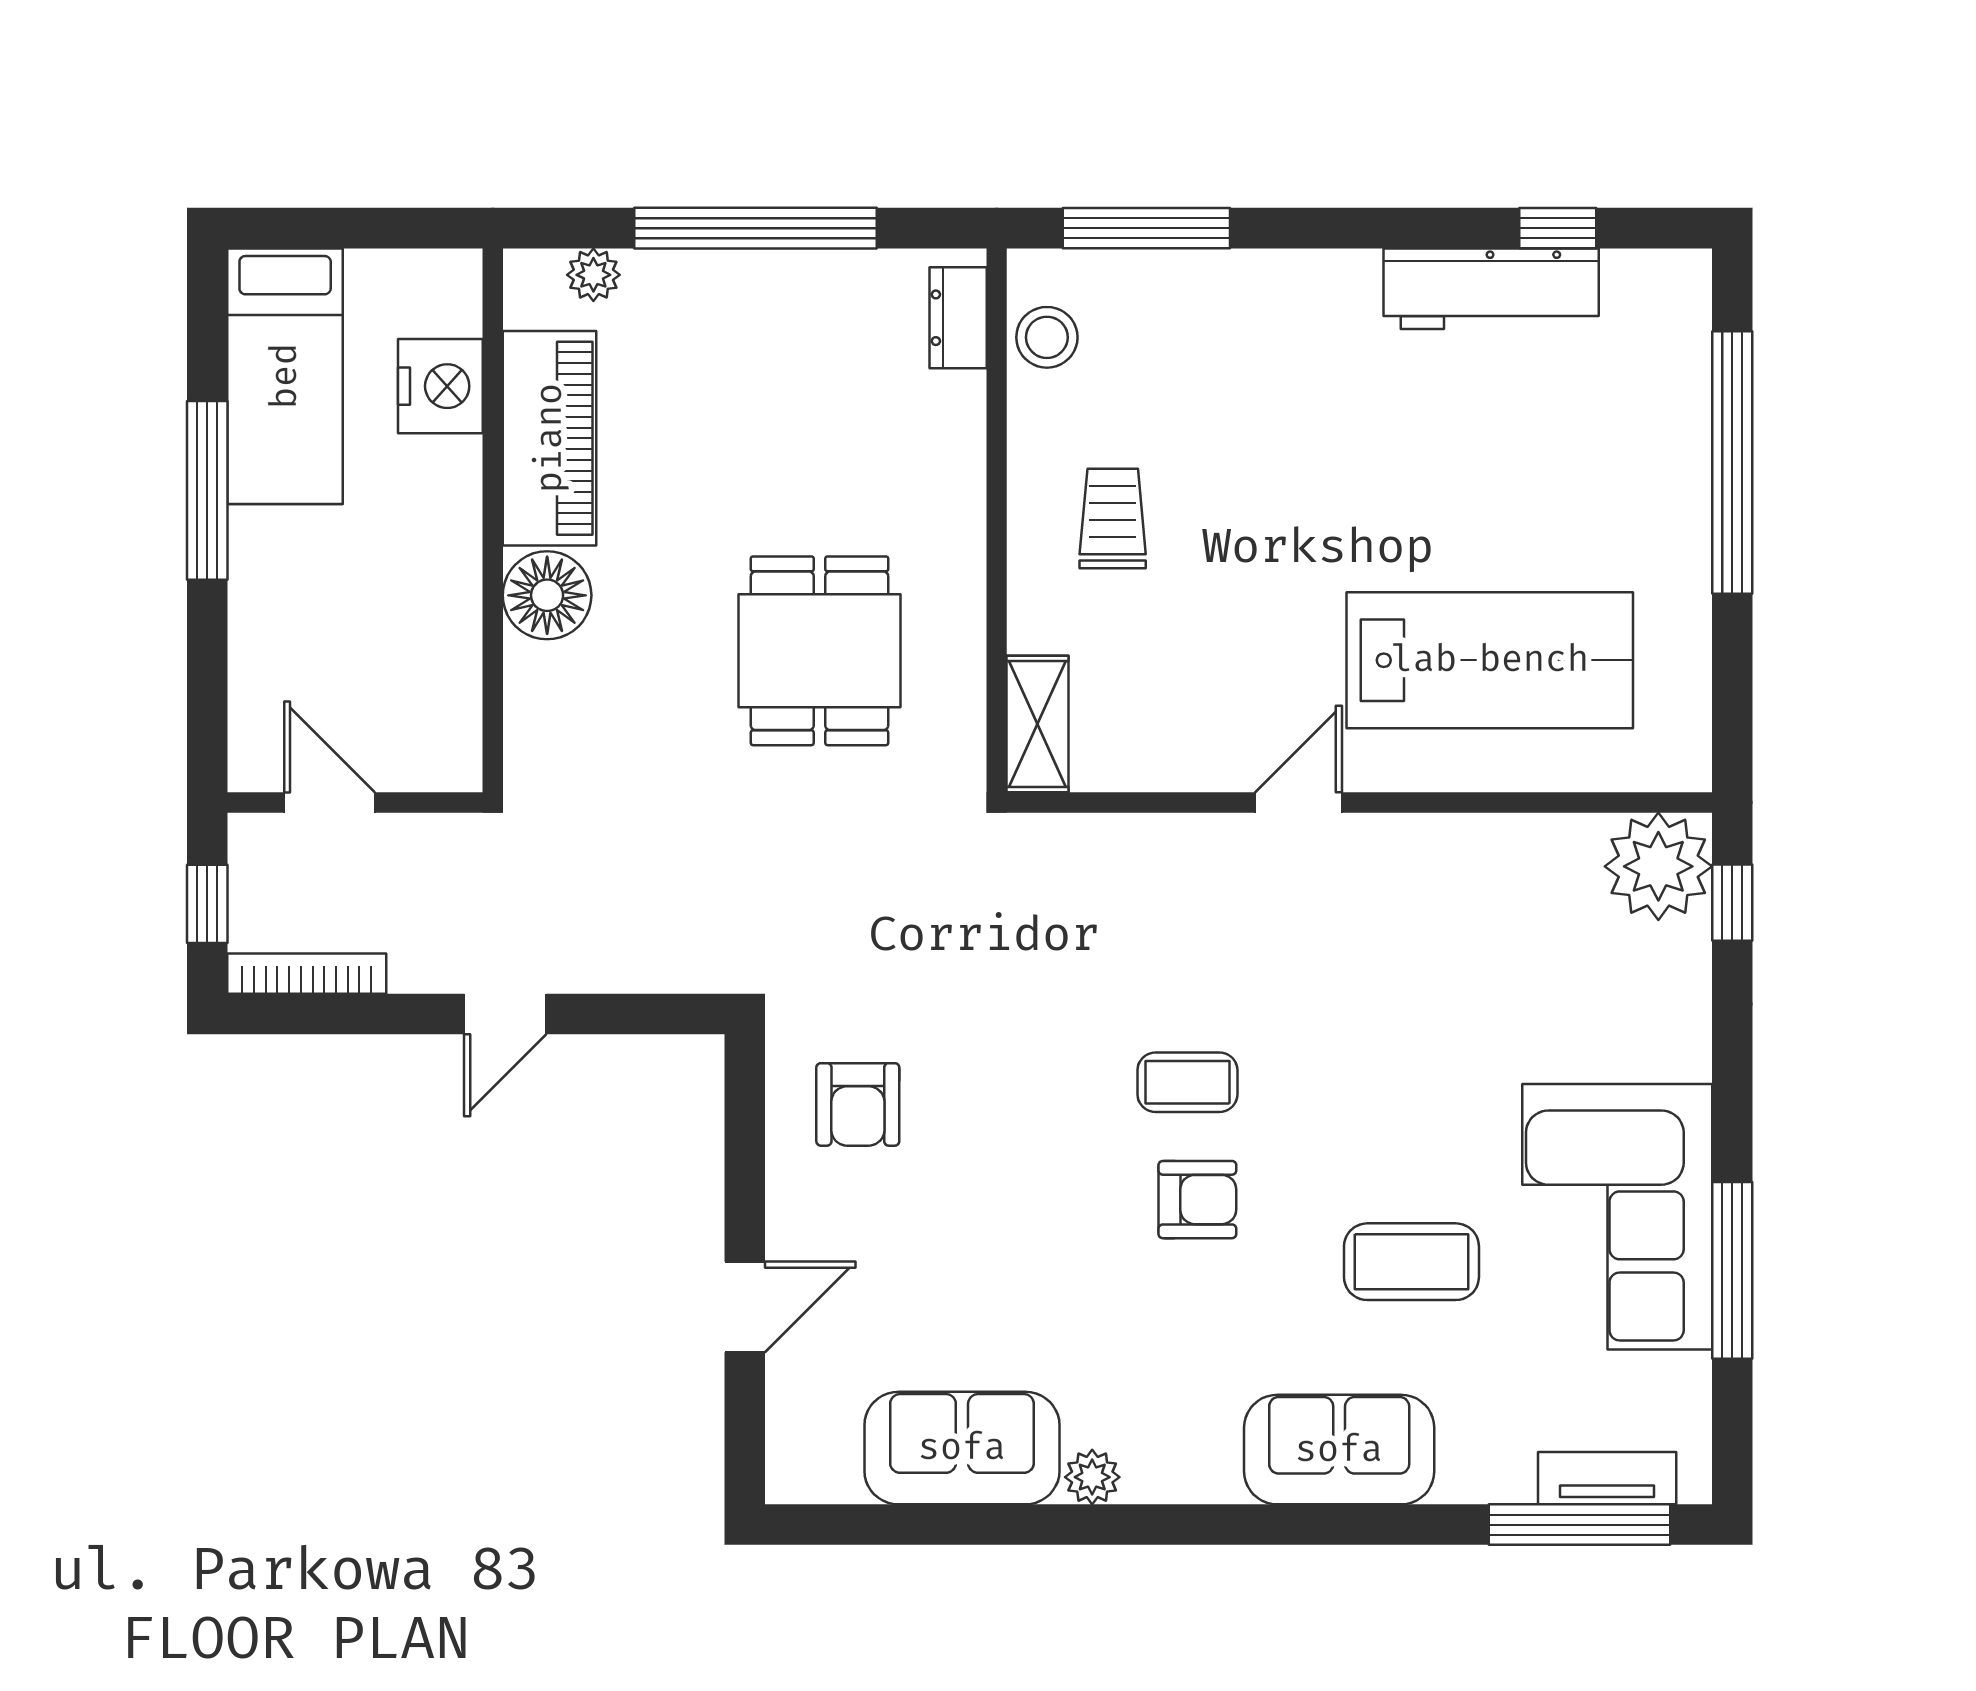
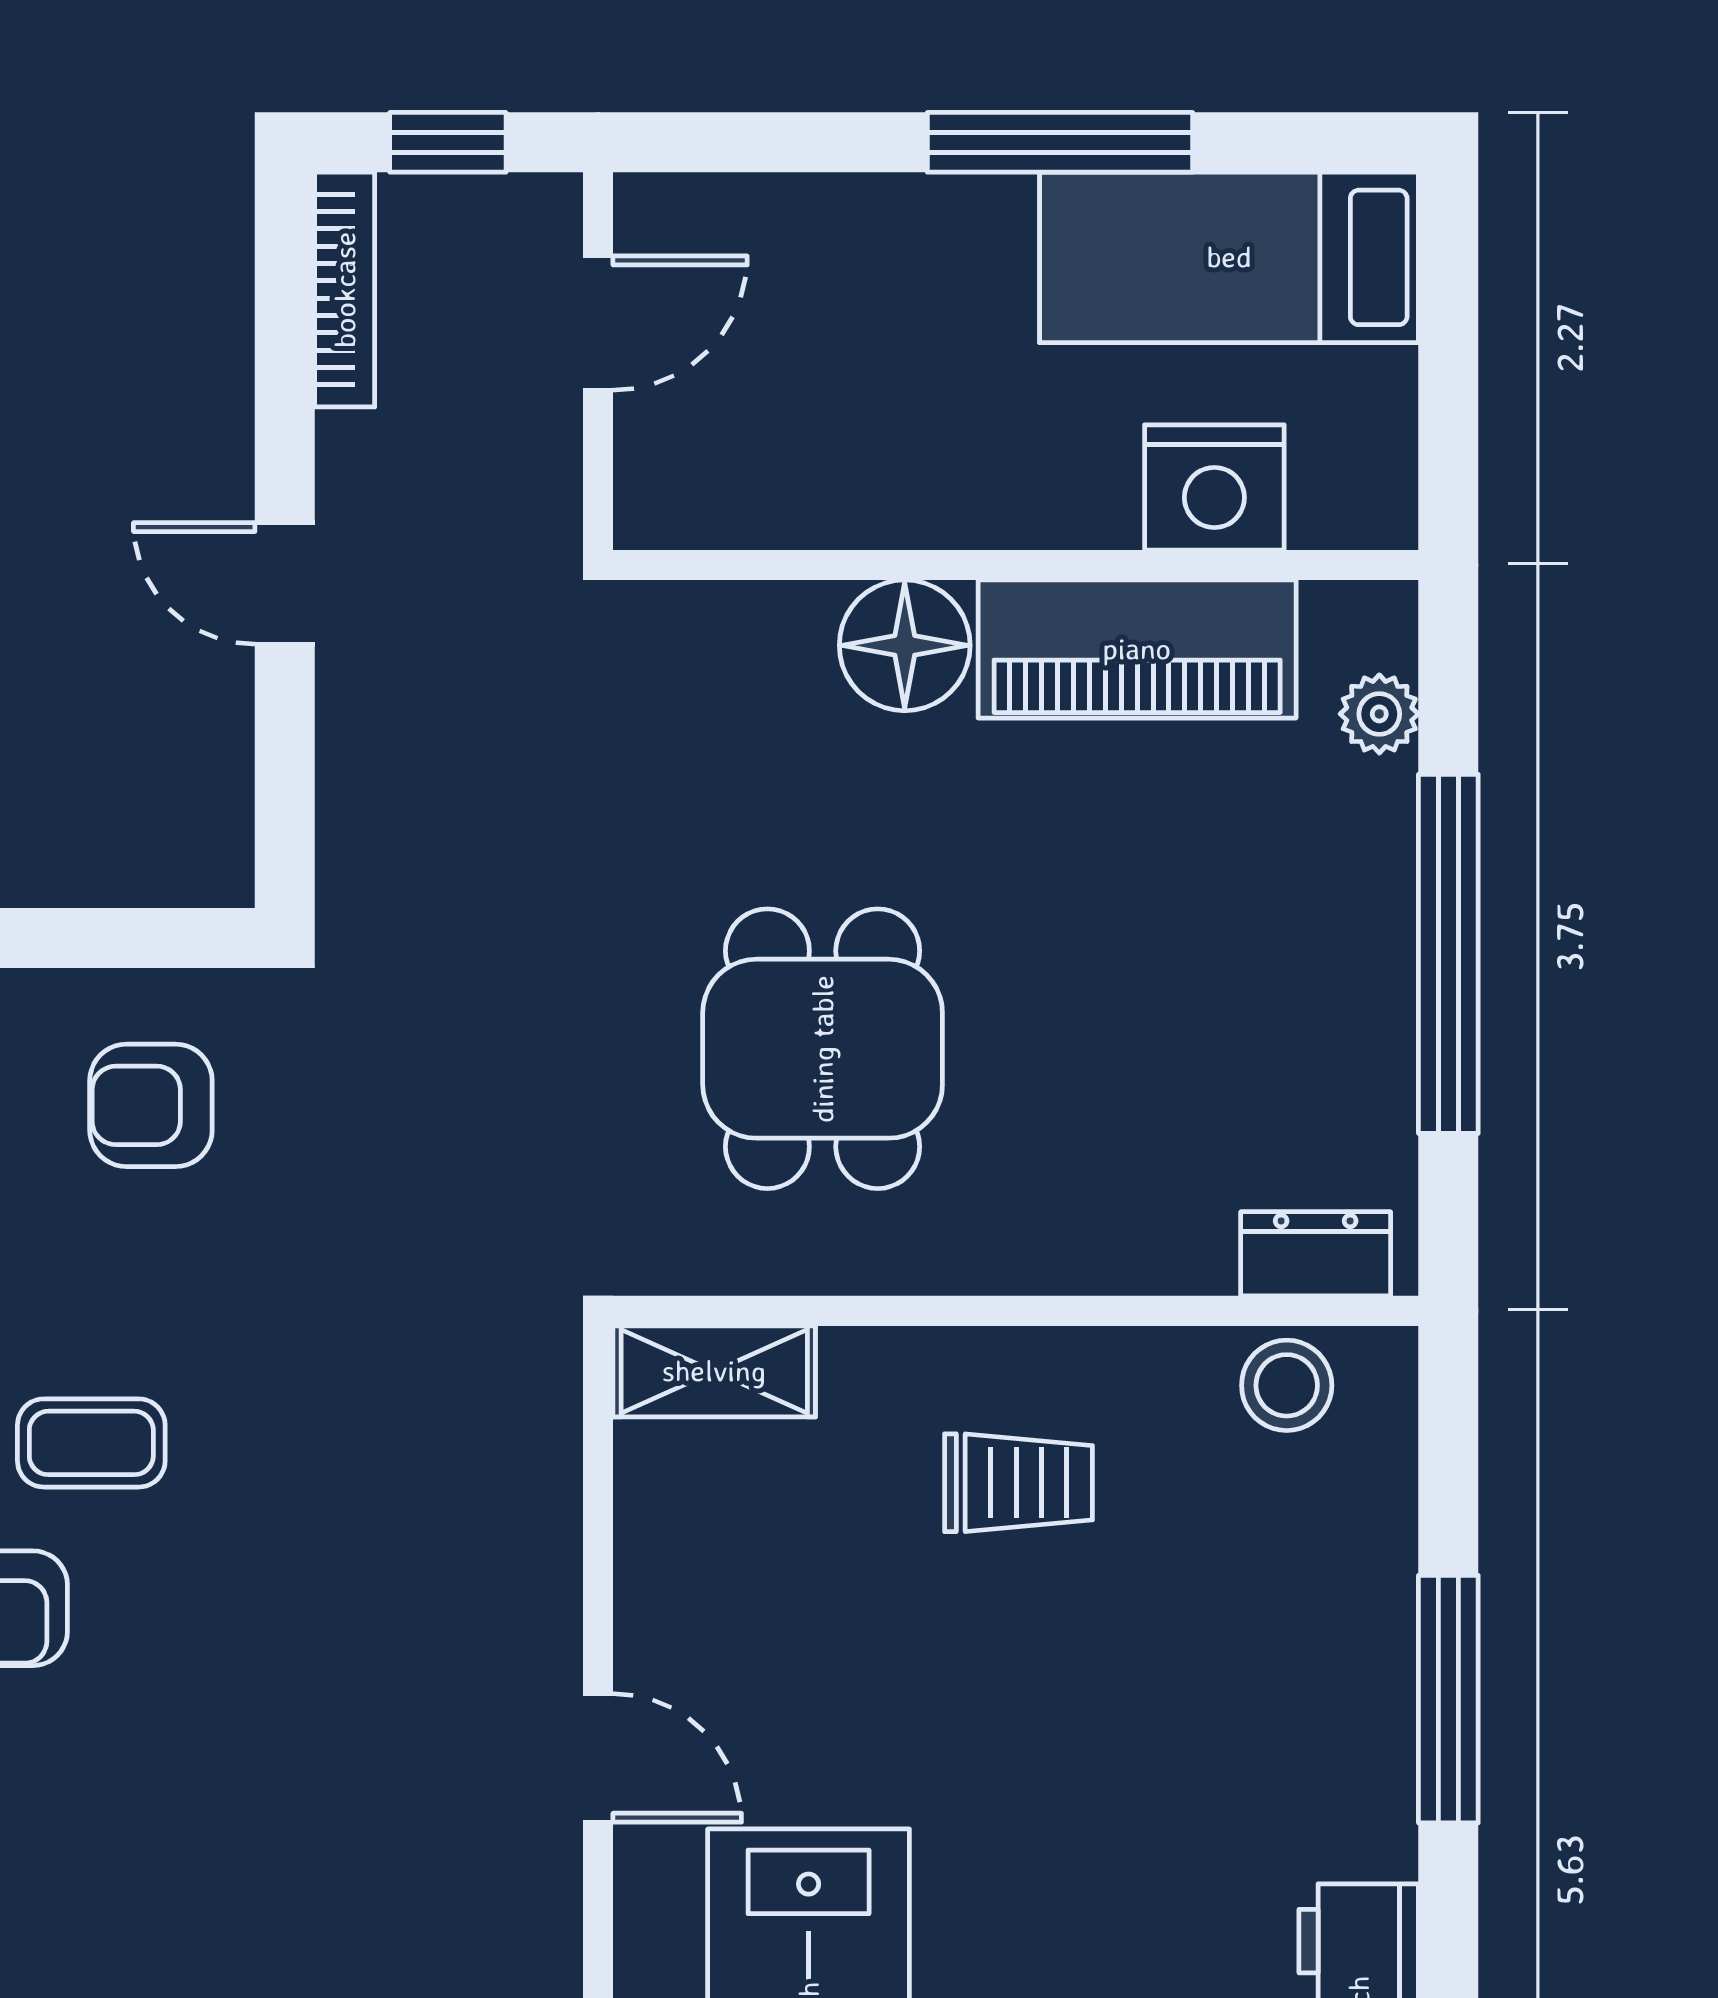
window: (1146, 228) -> (1448, 1699), moved
dining table: (820, 651) -> (823, 1049), turned 90
coffee table: (1187, 1082) -> (91, 1443), moved, turned 90

